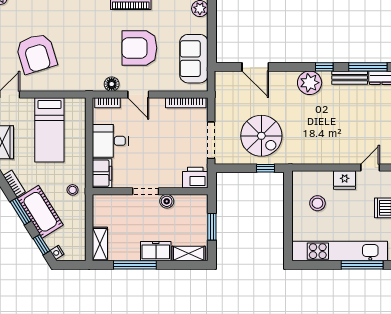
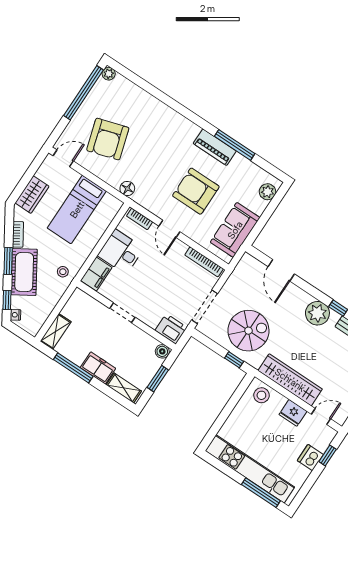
floor lamp: (112, 84) -> (127, 189), moved
spiral stairs: (261, 136) -> (248, 331), turned -90
wardrobe: (324, 154) -> (290, 380), added
boiler: (167, 201) -> (162, 351), moved
stool: (317, 203) -> (261, 395), moved

